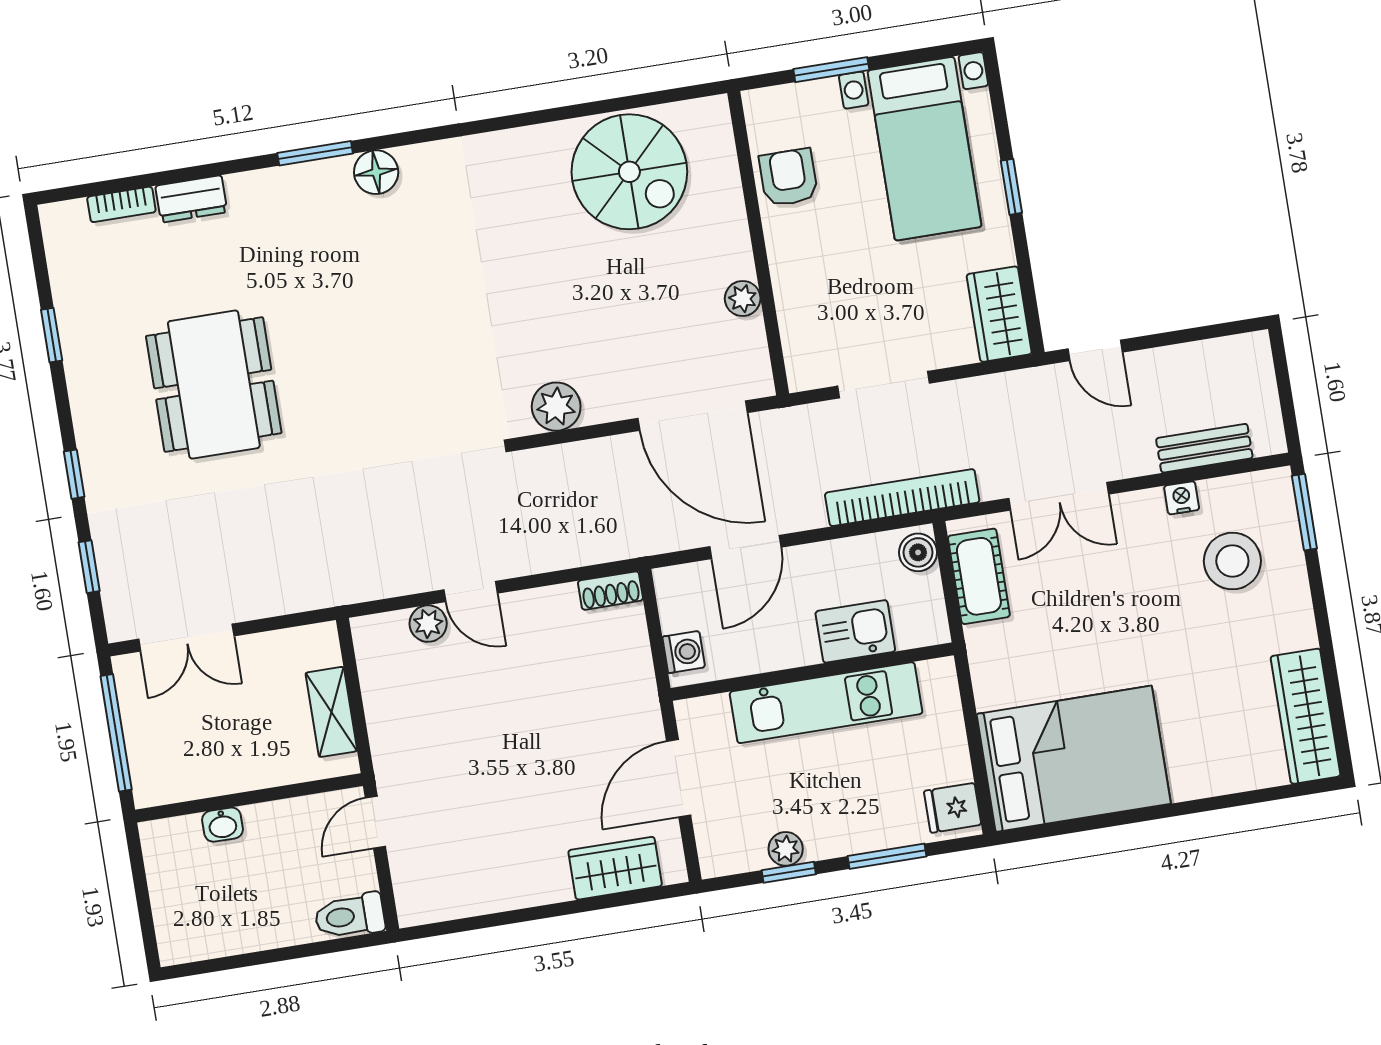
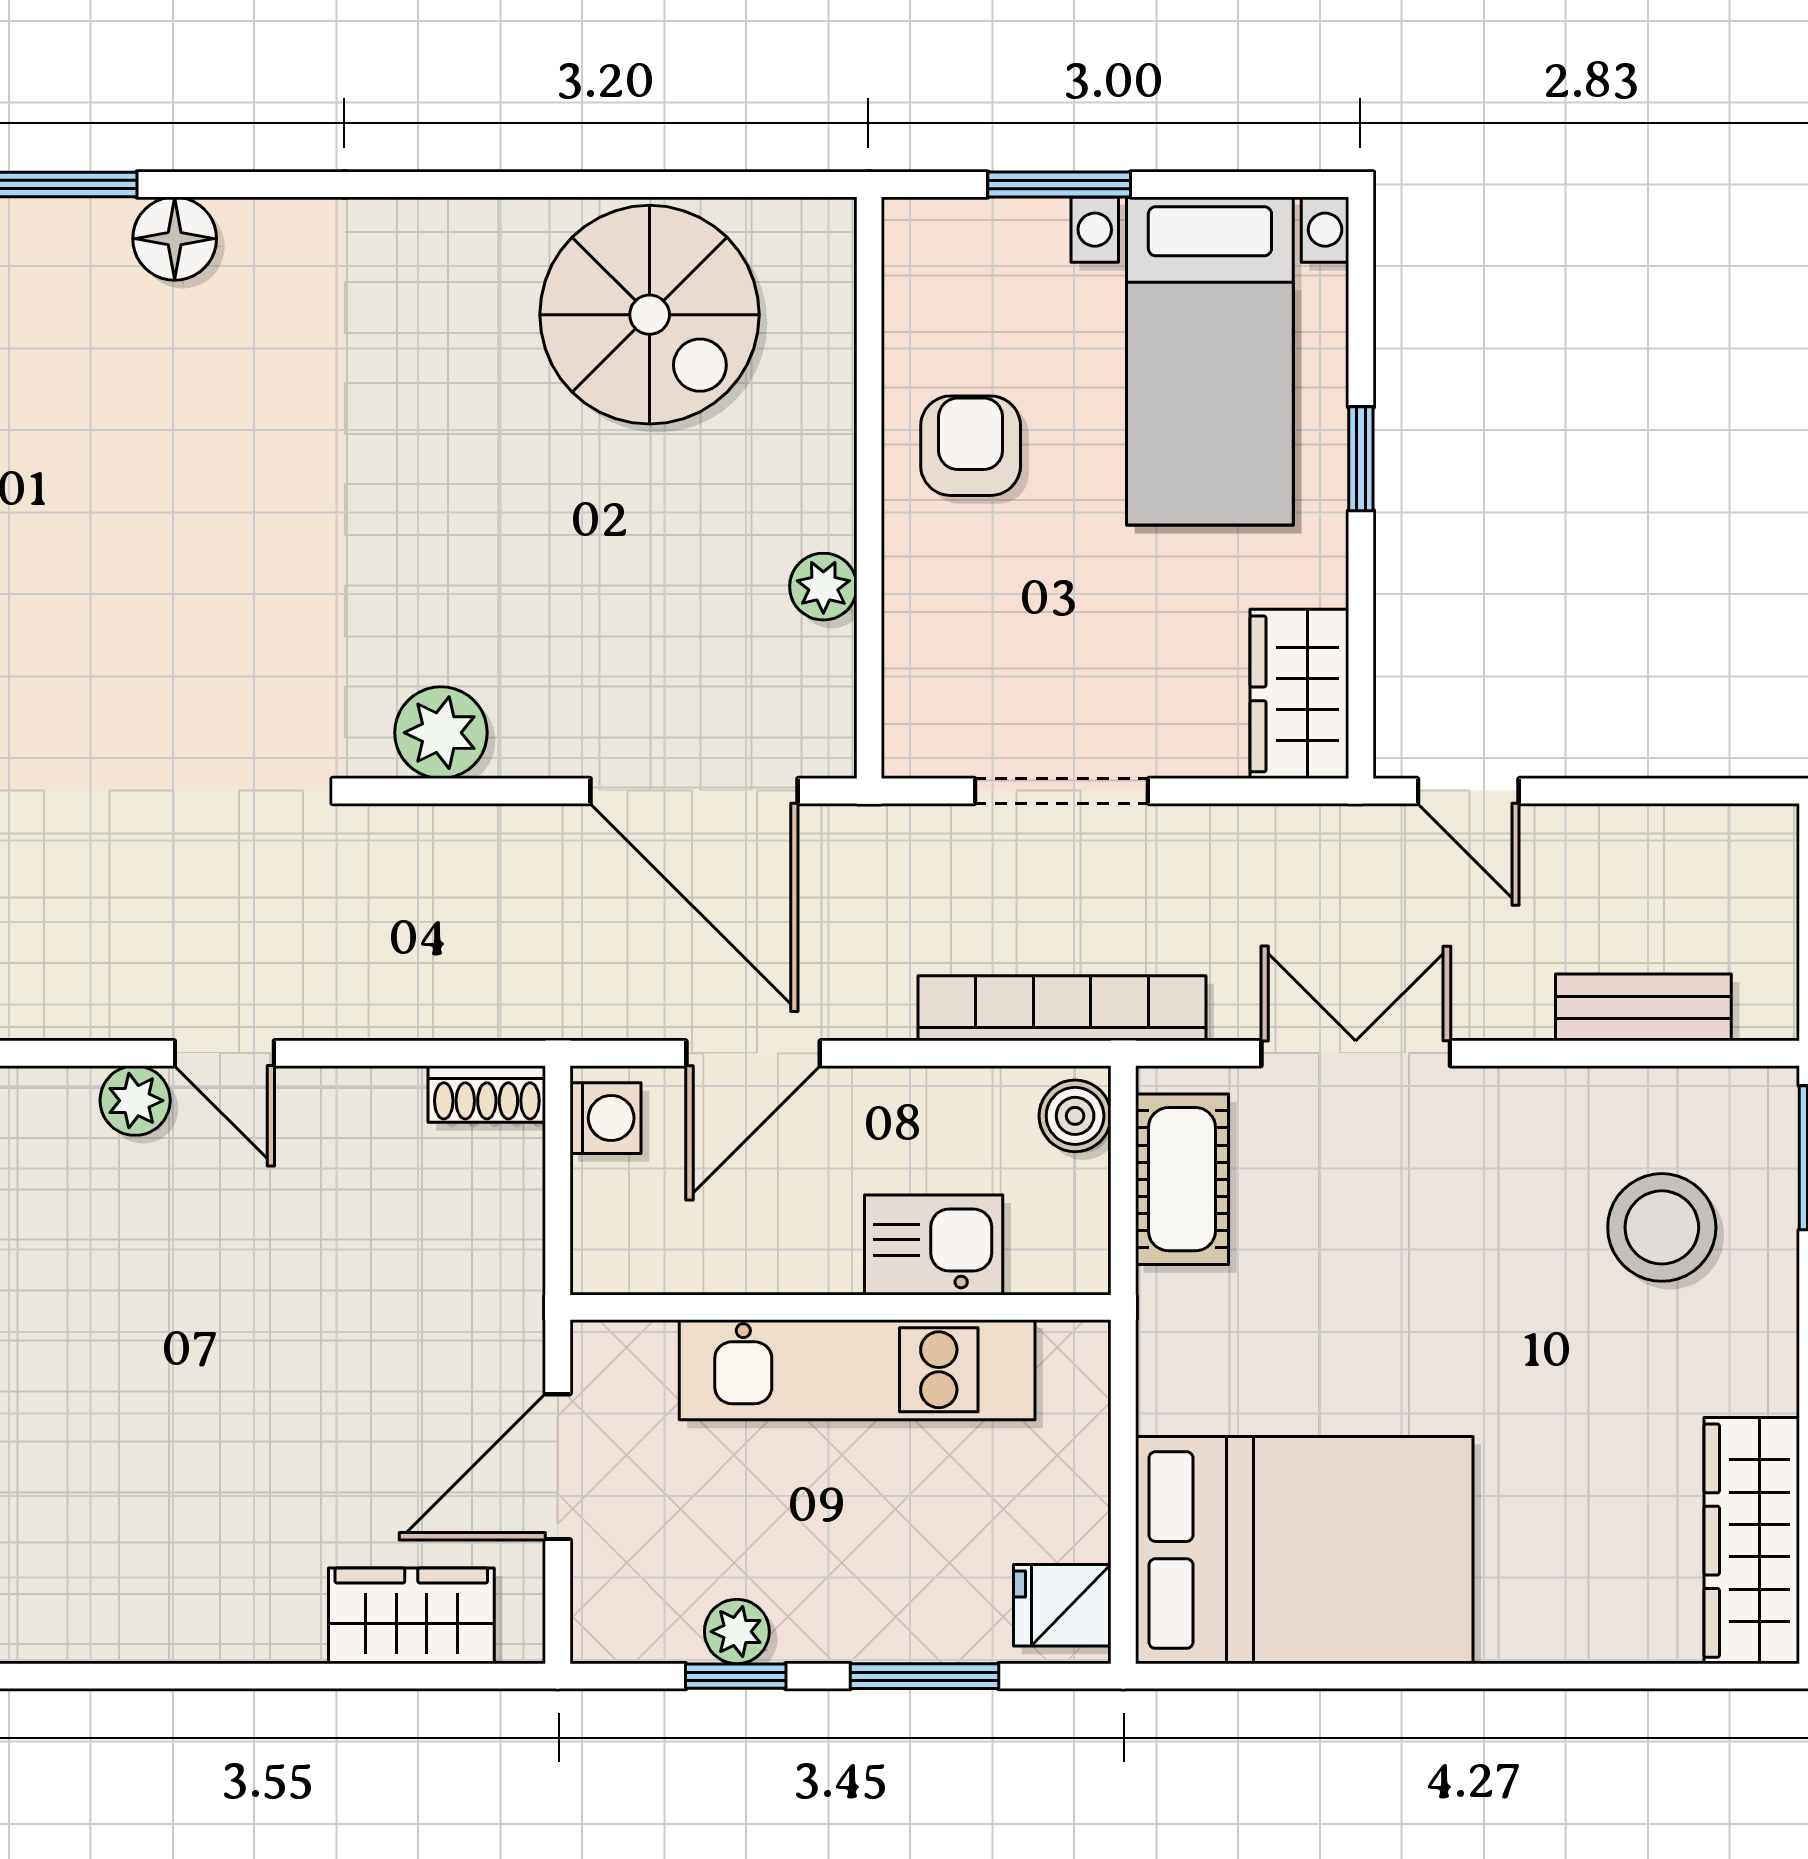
armchair: (788, 178) -> (971, 446), moved
double door: (1059, 496) -> (1356, 1053), swing flipped
nightstand: (1182, 498) -> (1586, 1094), removed
washing machine: (684, 652) -> (605, 1118), moved

